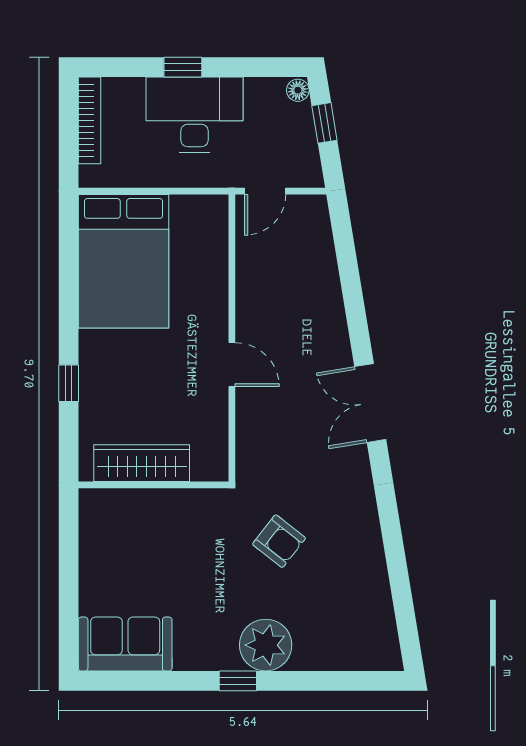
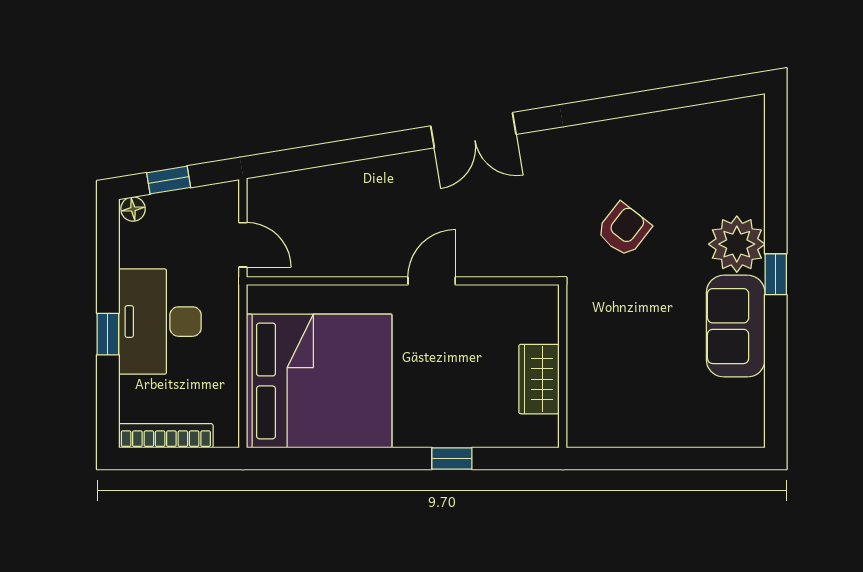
bed: (124, 261) -> (319, 381), width x1.36
wardrobe: (142, 463) -> (539, 379), width x0.67
sofa: (125, 644) -> (736, 326), moved

